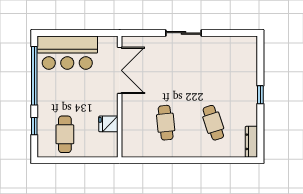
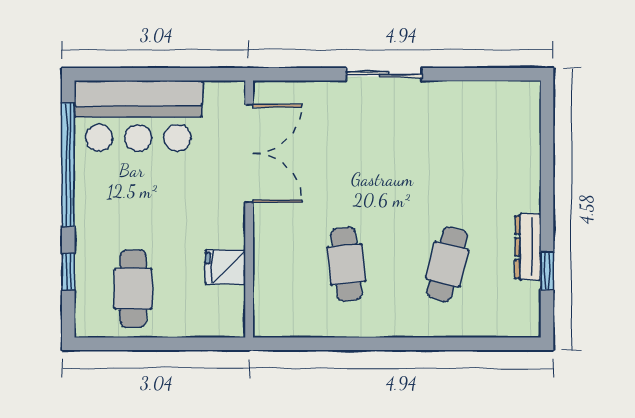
window: (260, 95) -> (547, 271), moved
cafe table: (213, 123) -> (447, 264), turned 33
dresser: (251, 142) -> (528, 247), moved

